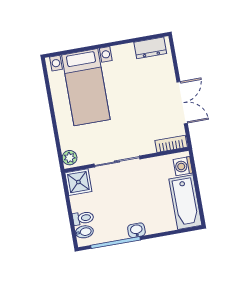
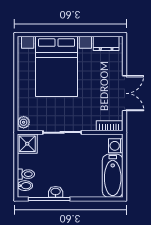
bed with nightstands: (86, 87) -> (57, 66), width x1.36
washbasin: (136, 230) -> (56, 192), moved

